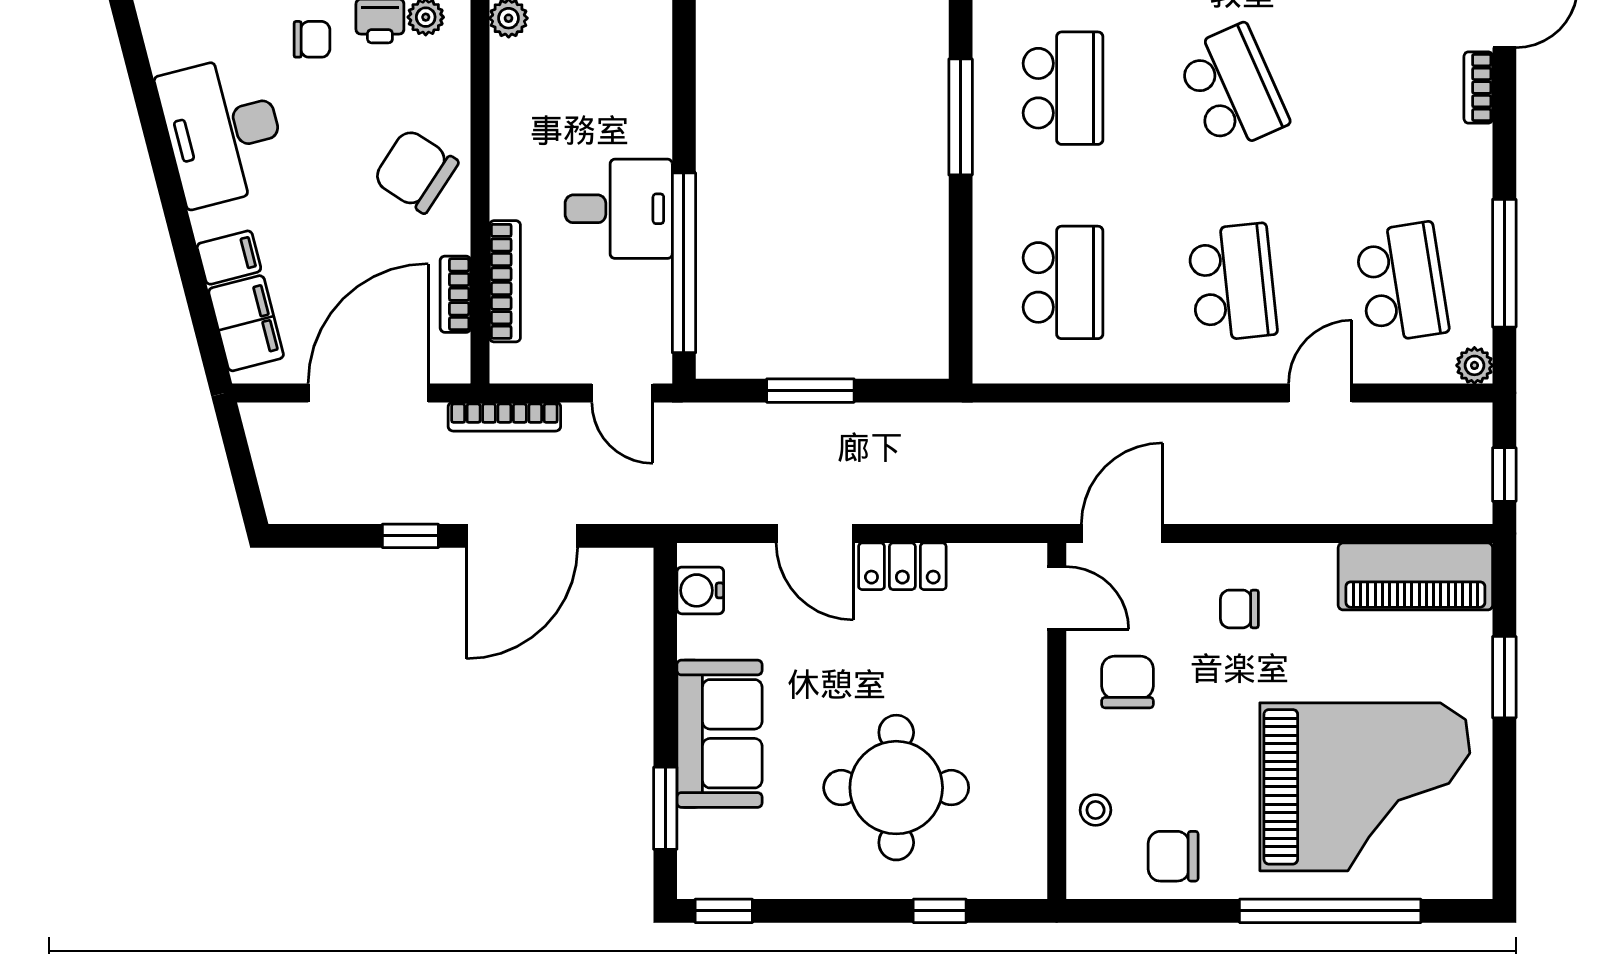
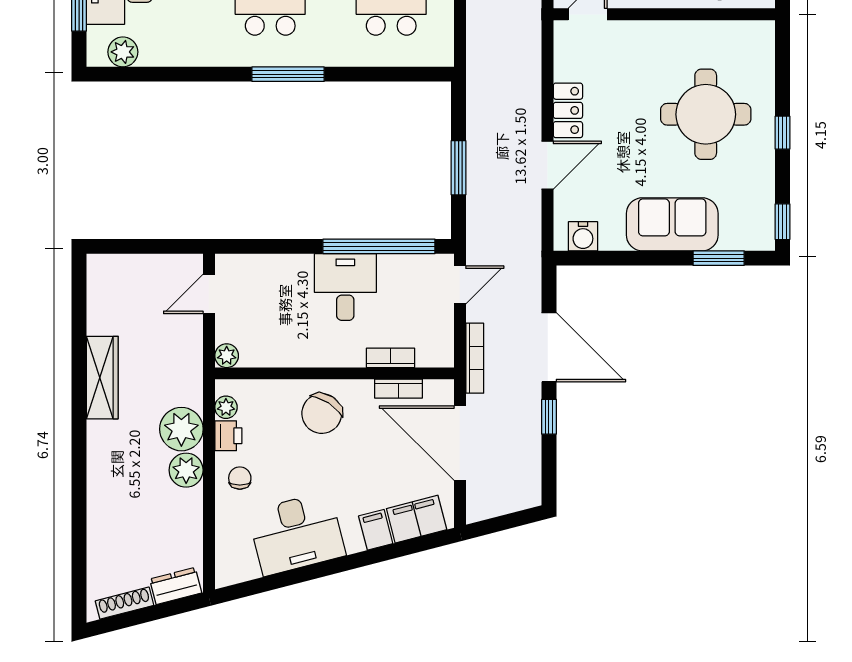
bookcase: (505, 281) -> (390, 358), width x0.64
window: (940, 911) -> (783, 133), moved

